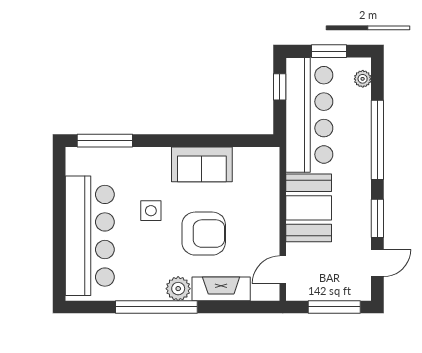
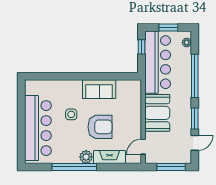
window: (105, 141) -> (46, 76), removed

